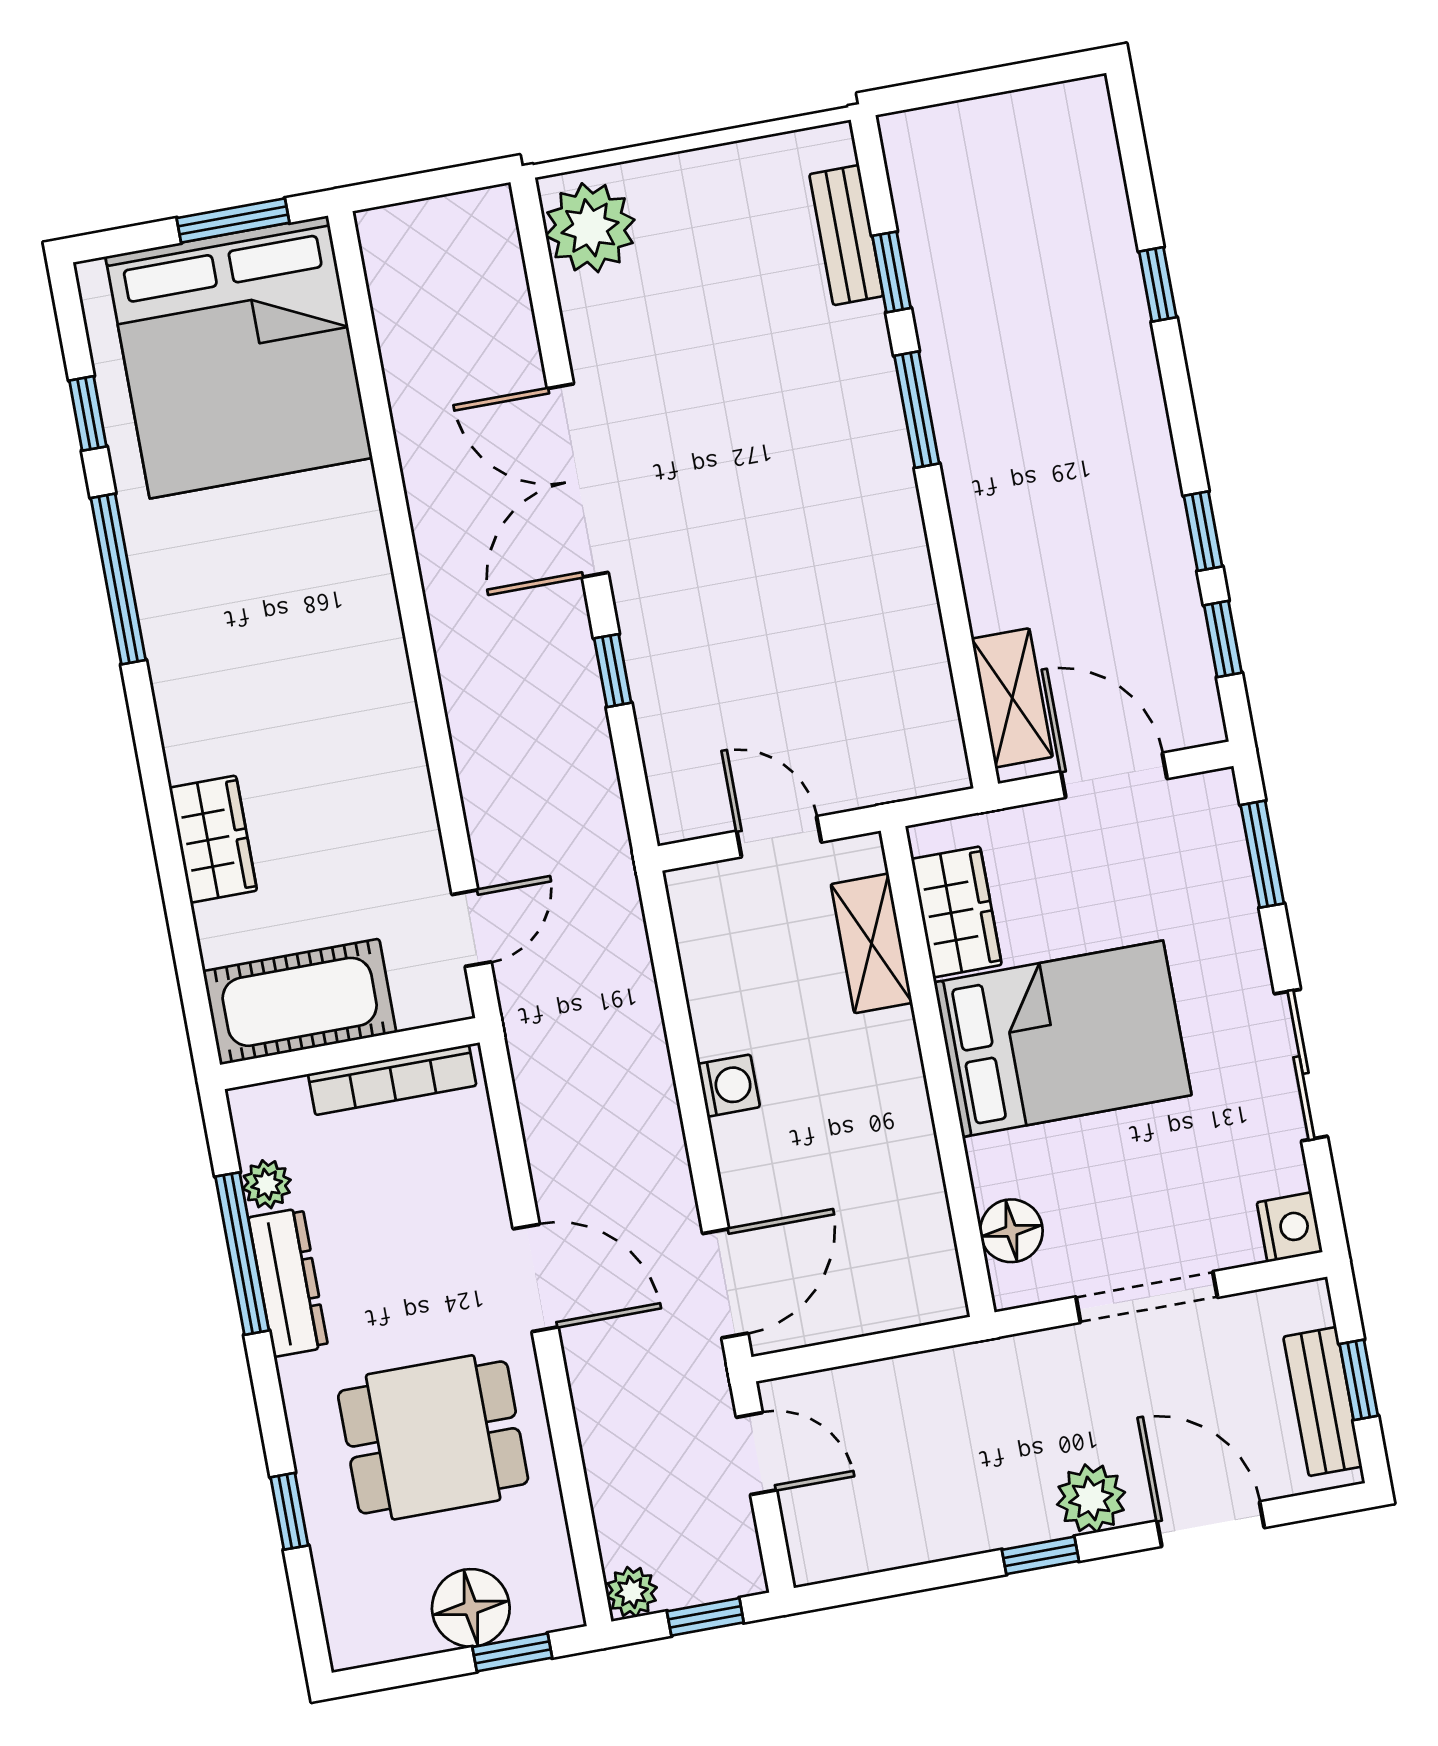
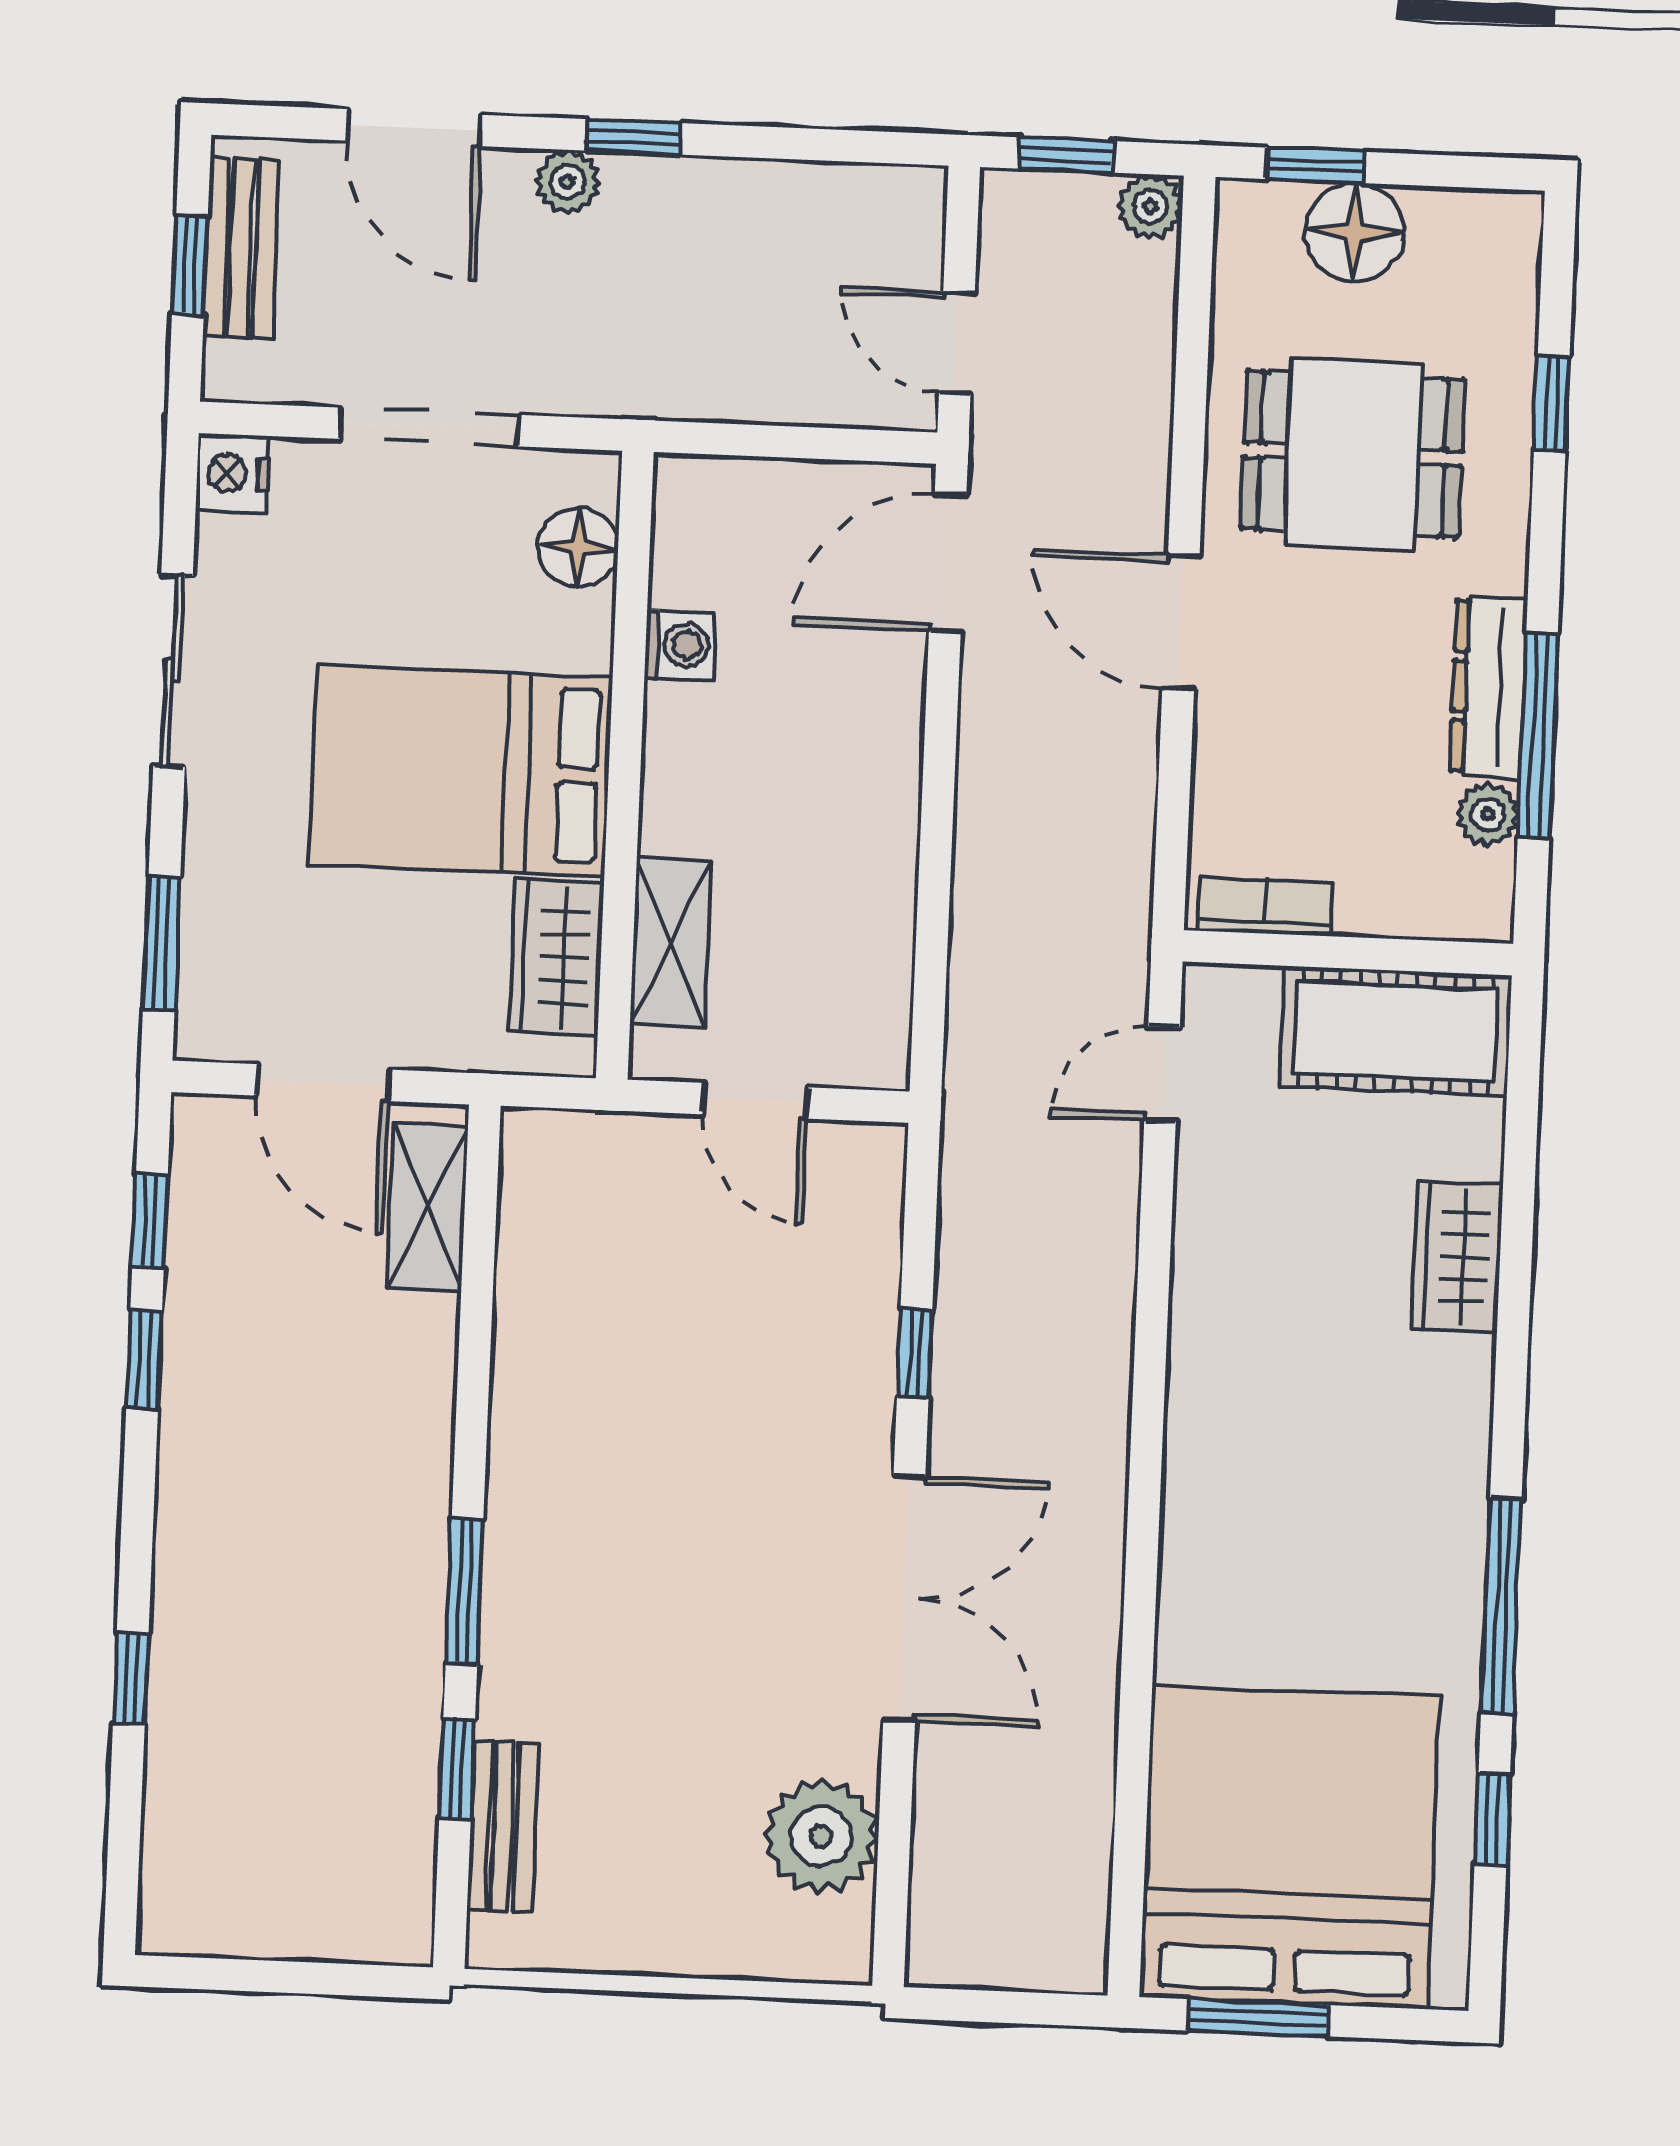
plant: (590, 228) -> (821, 1836), moved
bookcase: (392, 1080) -> (1266, 907), width x0.64
washing machine: (729, 1086) -> (680, 645), moved, turned 180
plant: (1091, 1498) -> (567, 182), width x0.73, depth x0.73

